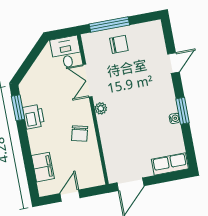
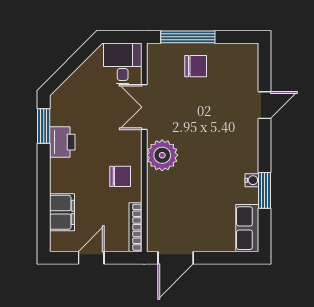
plant: (101, 108) -> (162, 155), width x1.87, depth x1.87
window: (182, 111) -> (264, 190), moved
chair: (80, 133) -> (120, 176), turned -104
row of seats: (170, 164) -> (247, 228), moved, turned -90
bookcase: (98, 168) -> (135, 227), added

